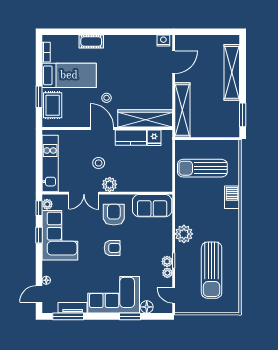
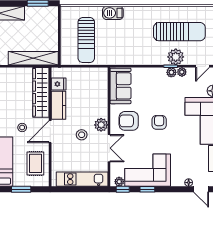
rug: (53, 105) -> (35, 163), moved, turned 90
plant: (184, 234) -> (176, 57), moved

